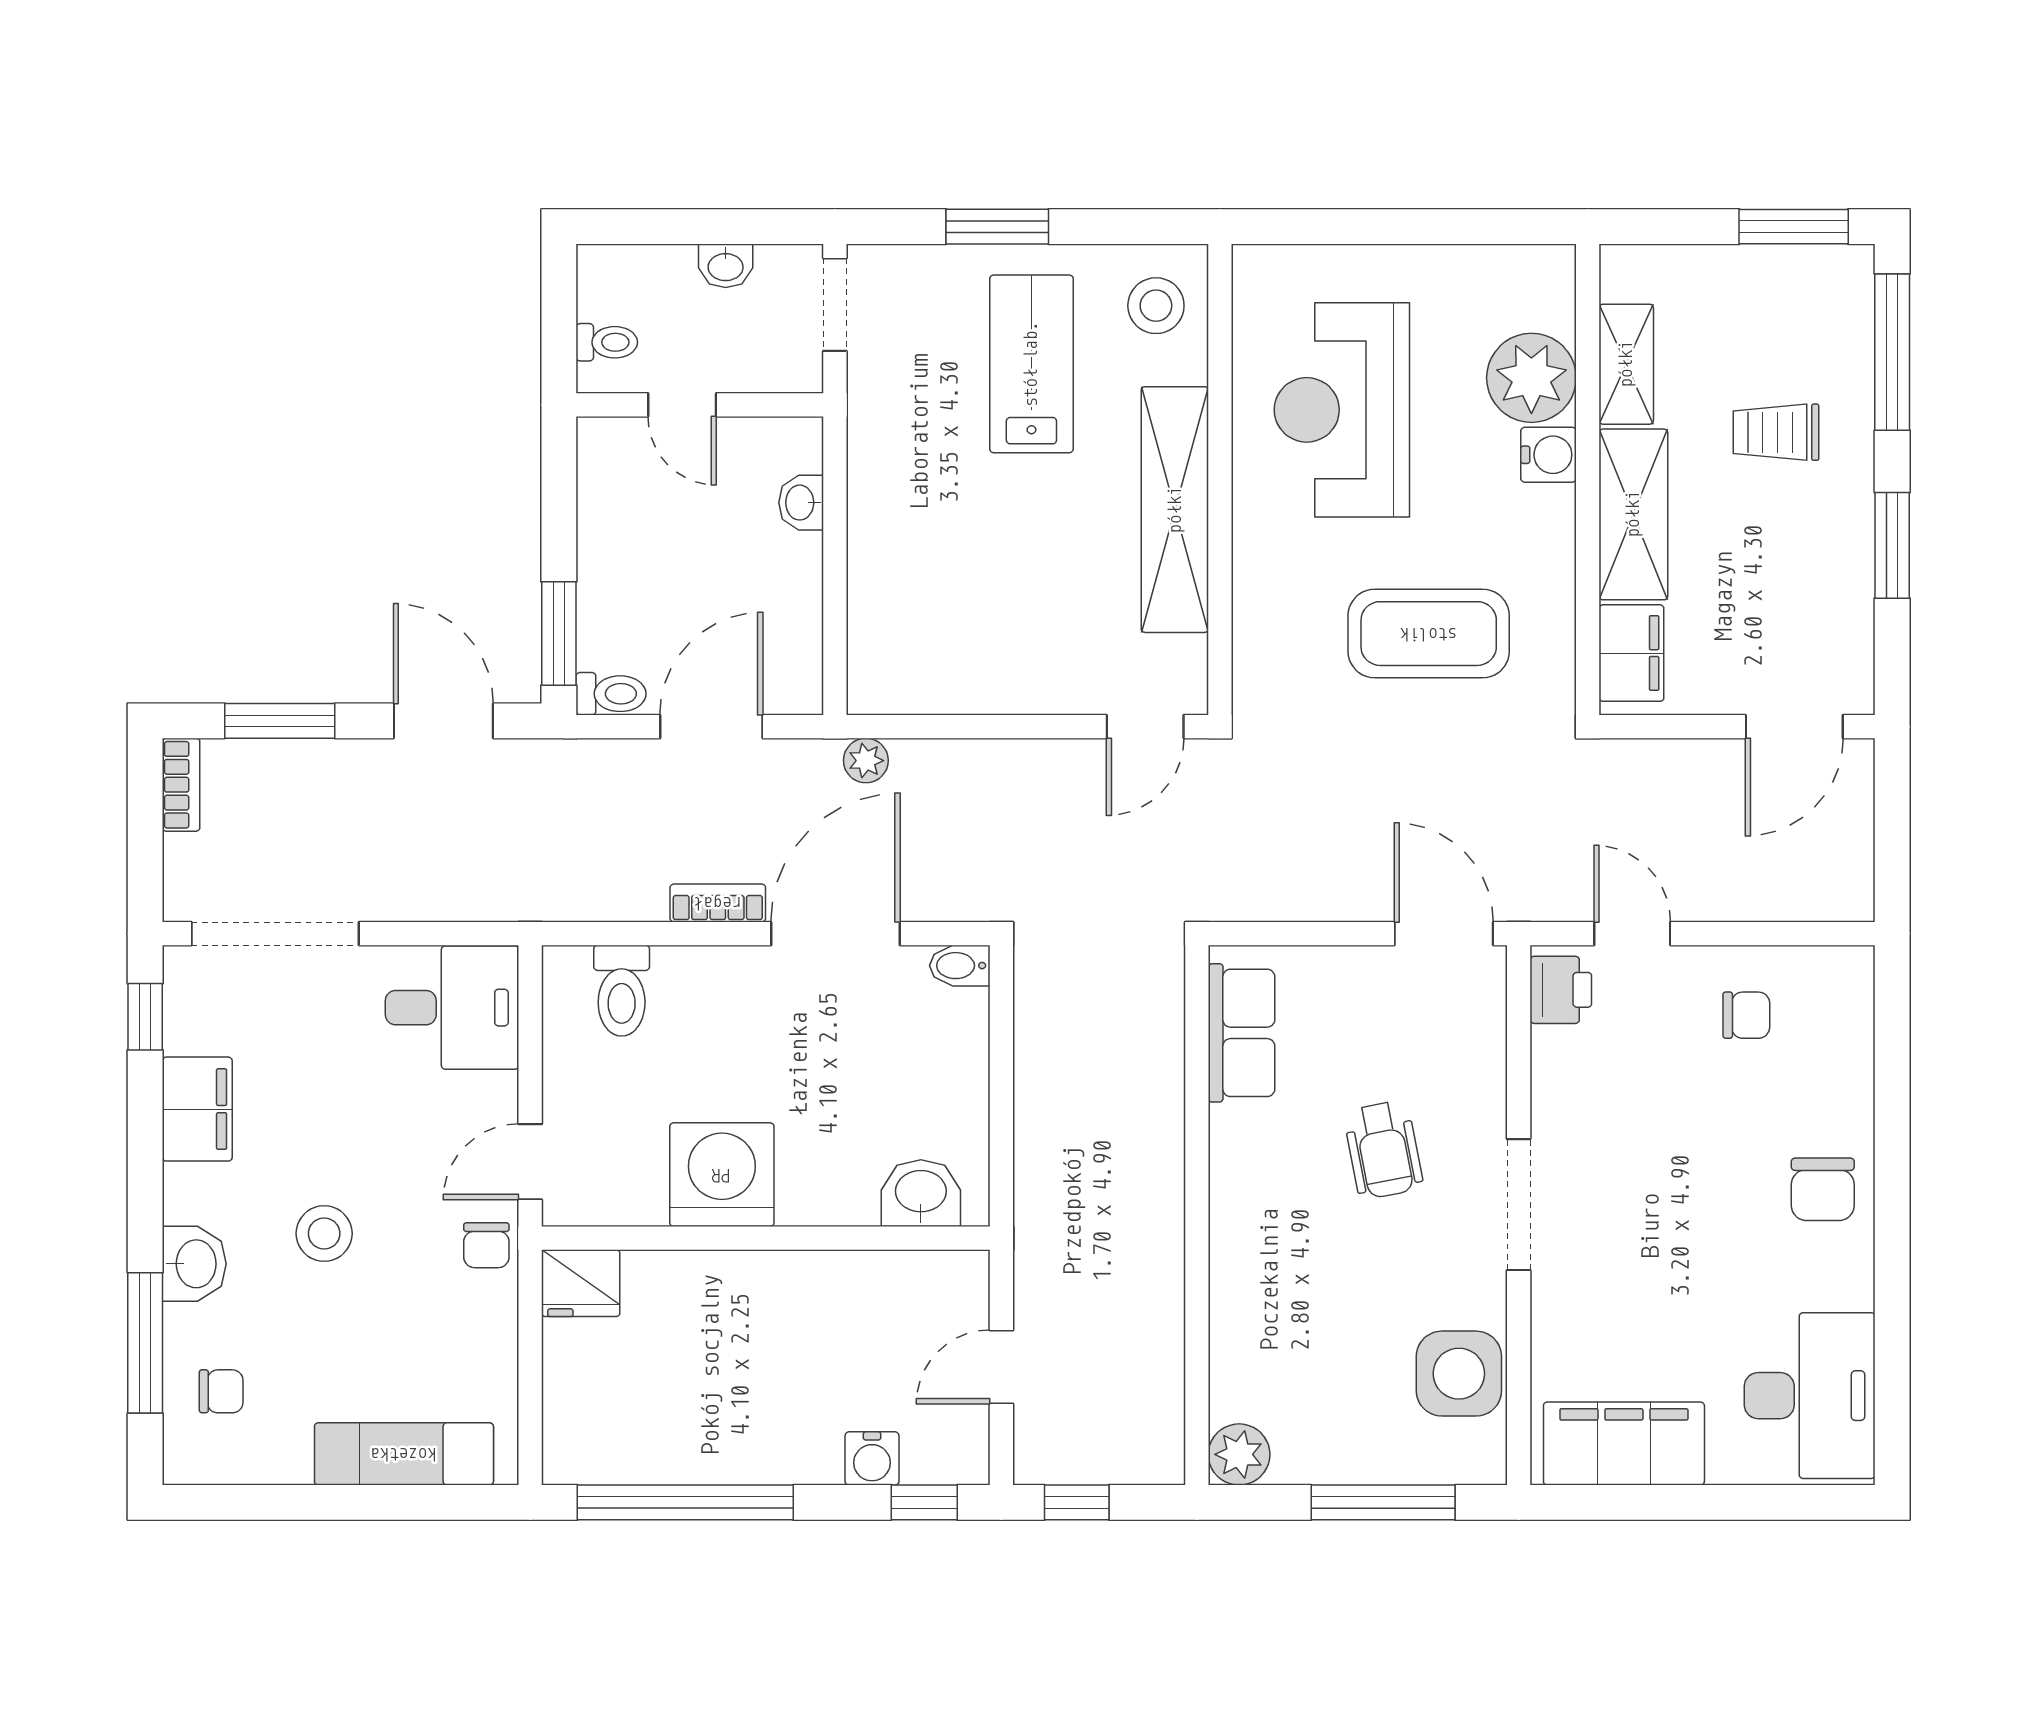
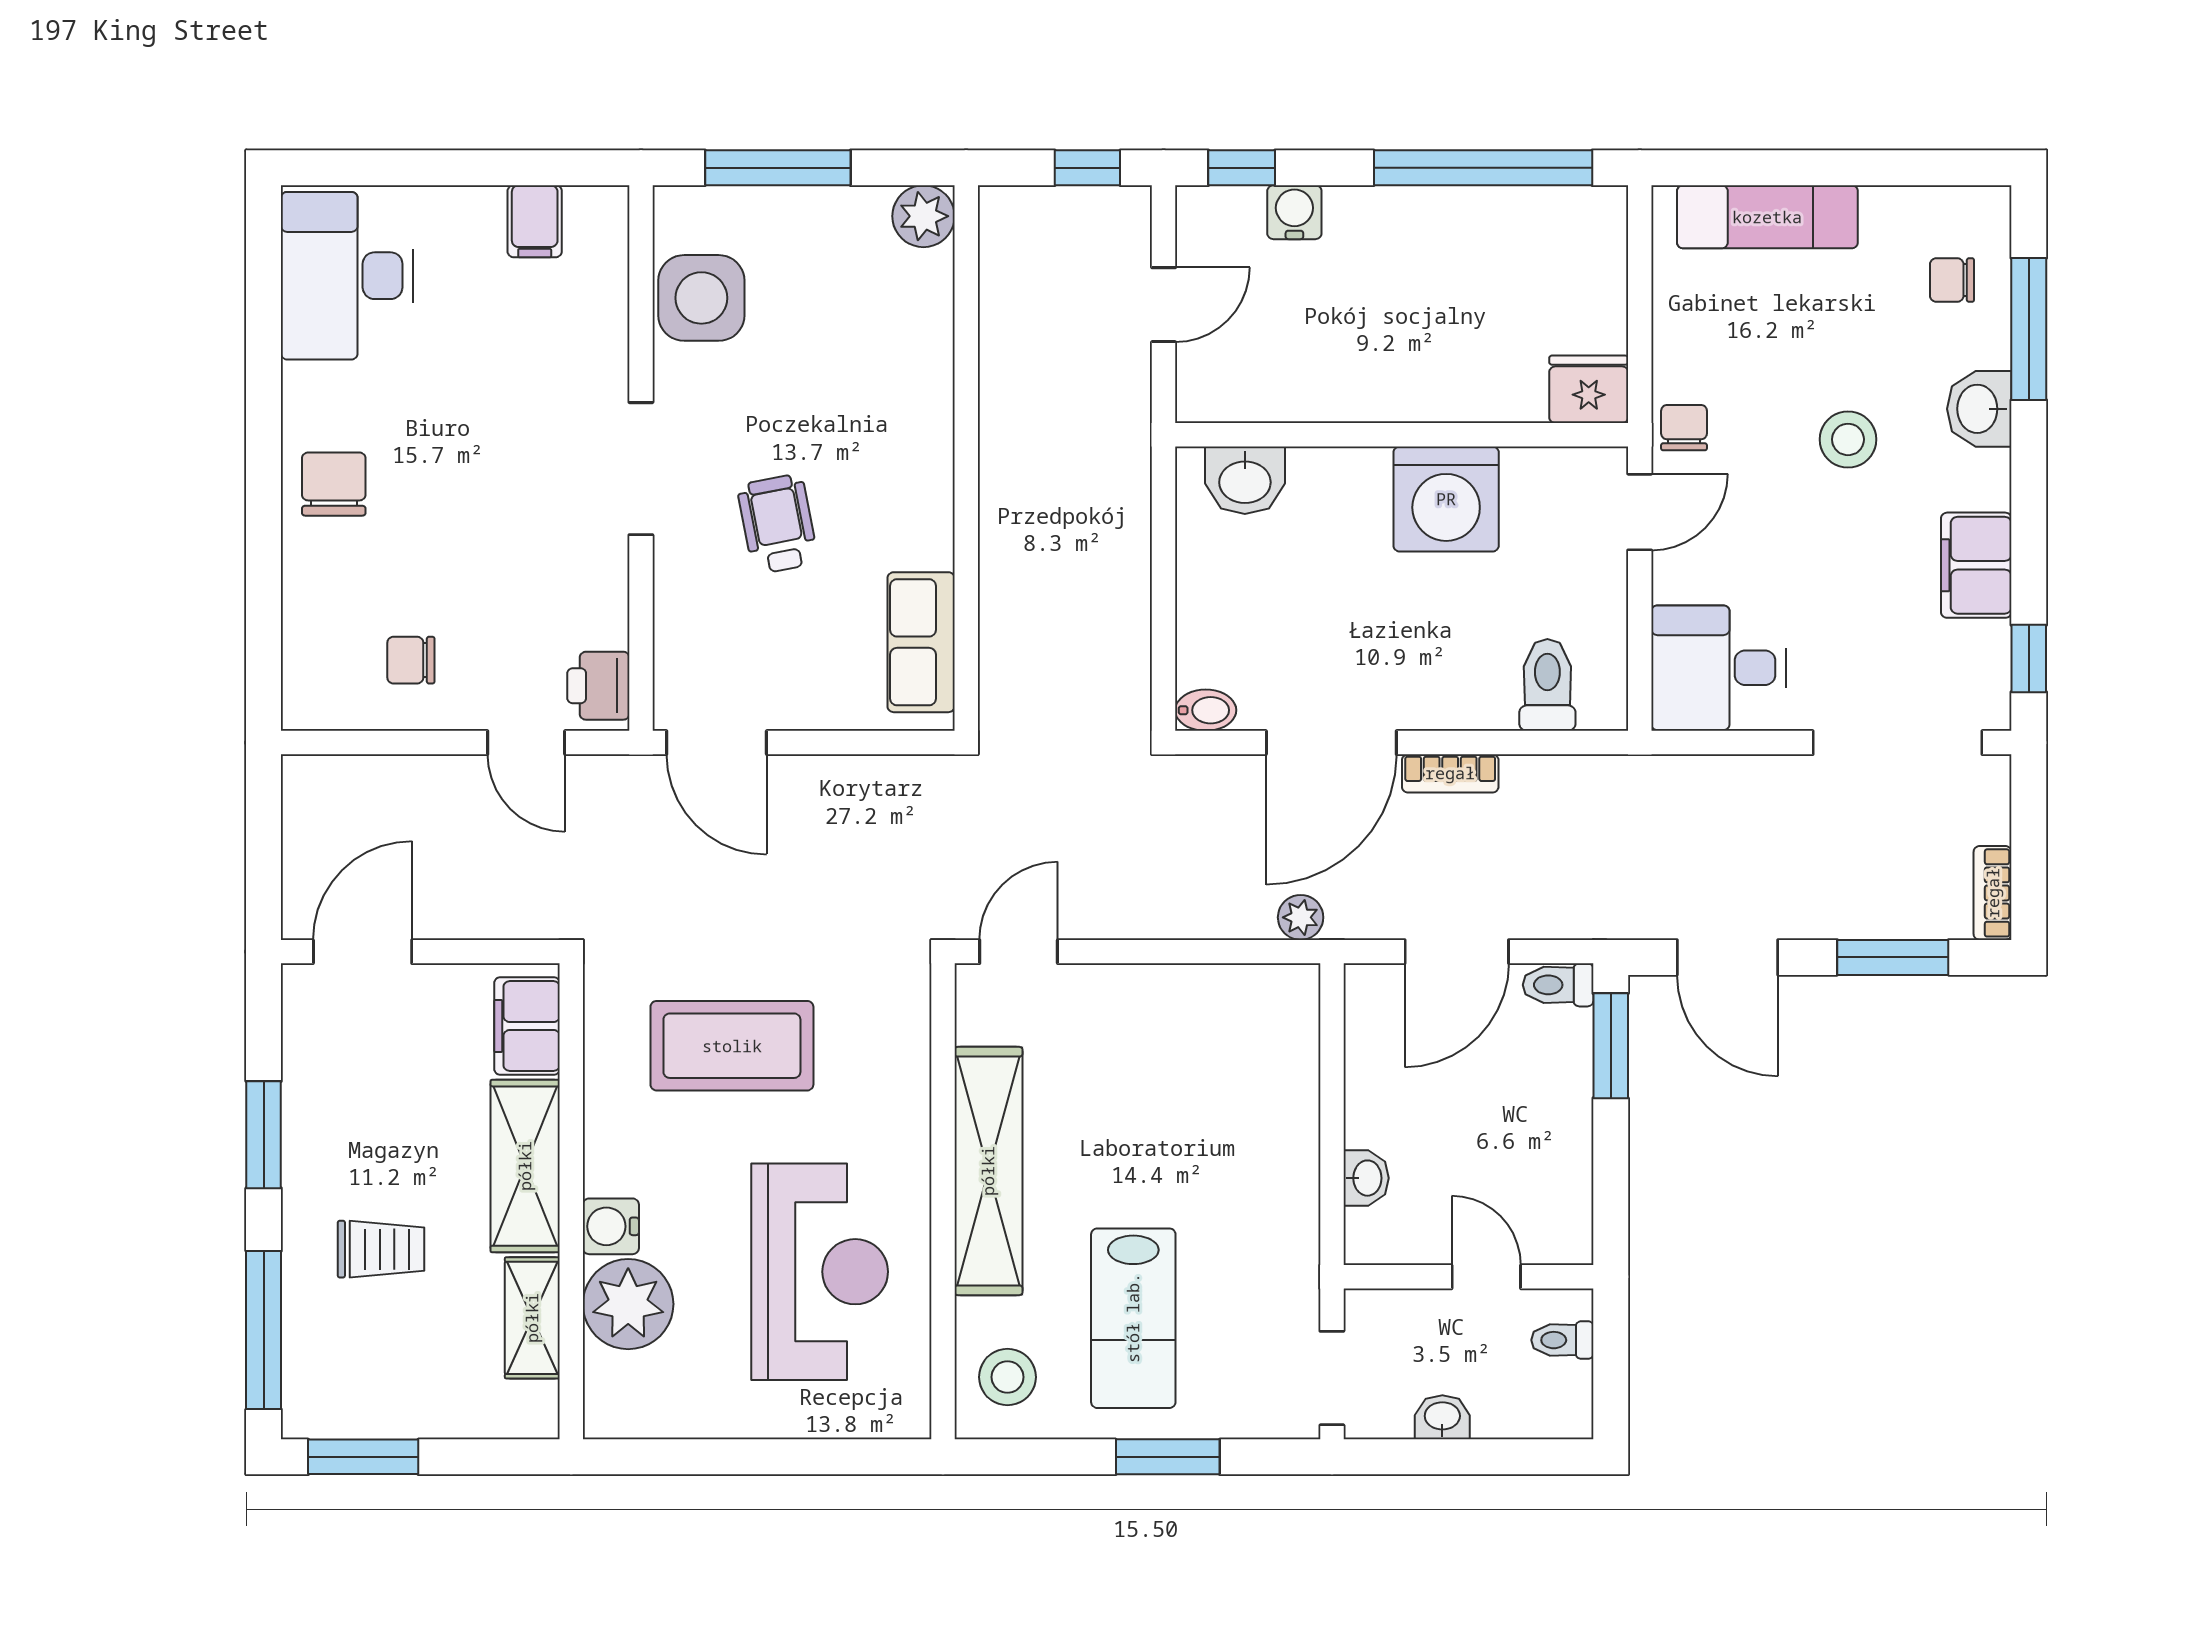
filing cabinet: (1624, 1444) -> (535, 221), width x0.33, depth x0.86

